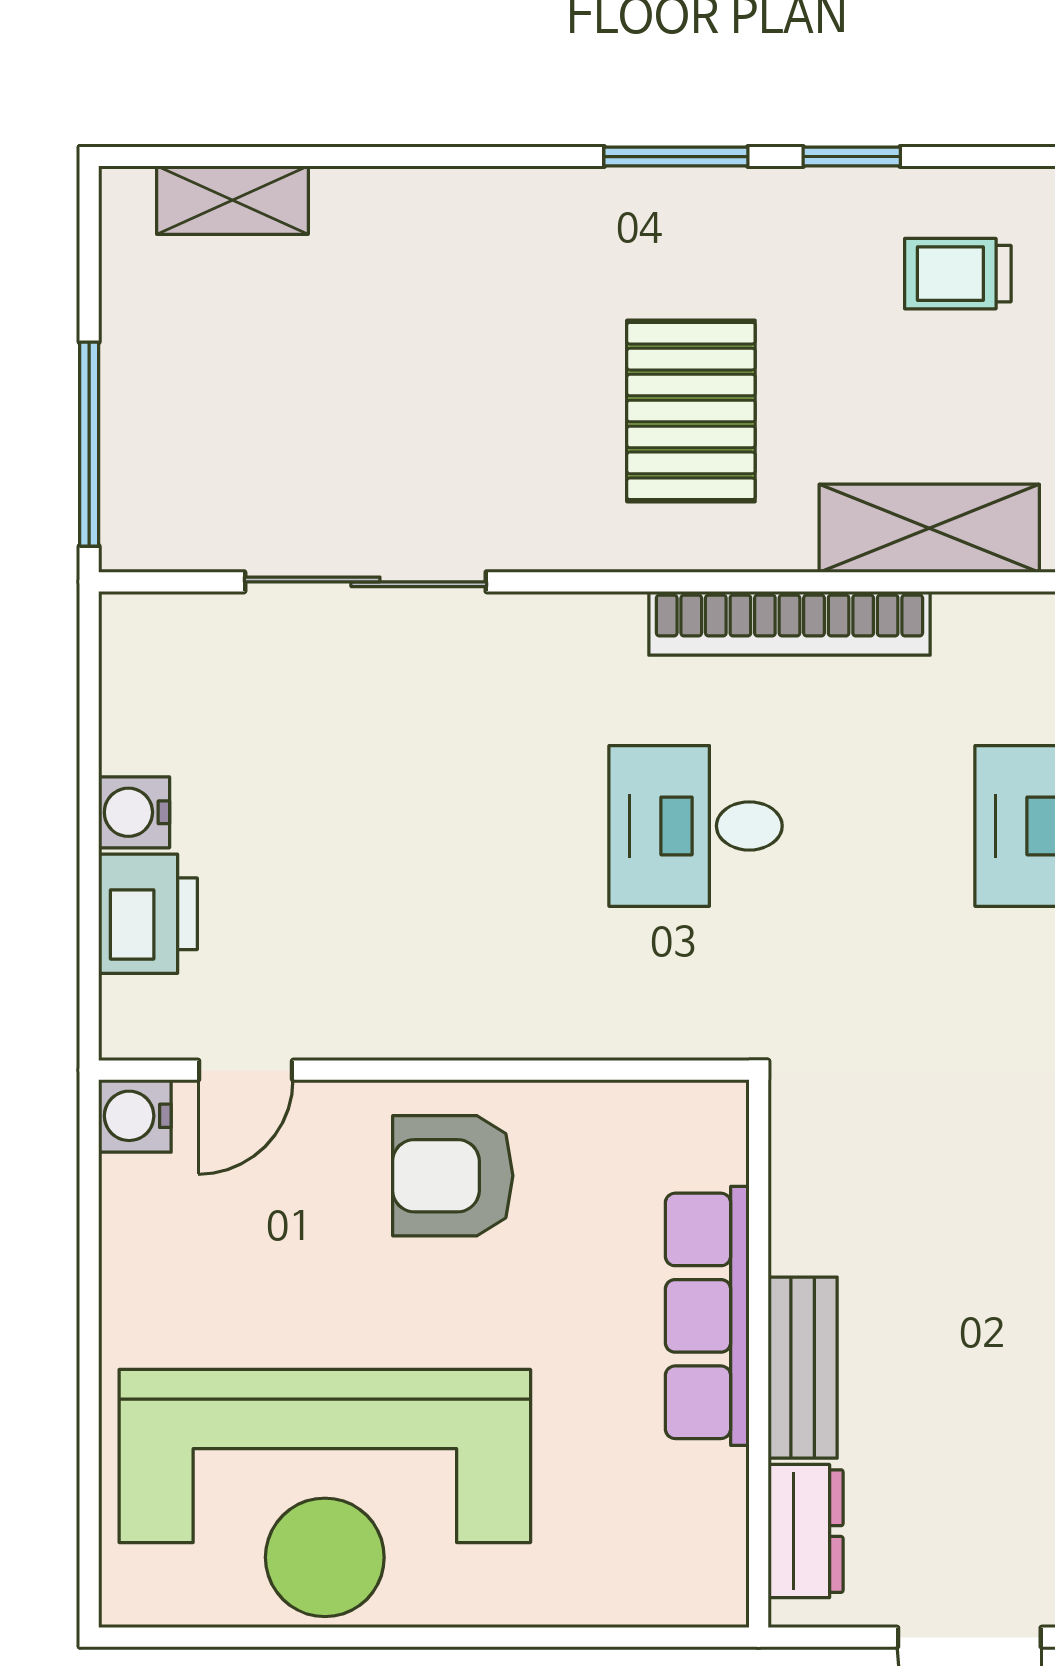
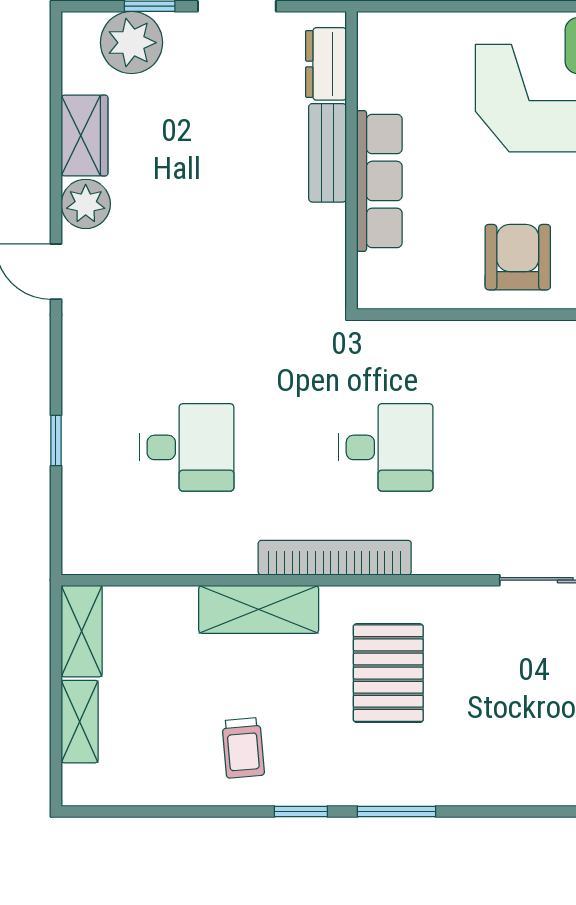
trolley: (958, 274) -> (243, 748), turned 85
armchair: (453, 1176) -> (518, 257), turned -90

